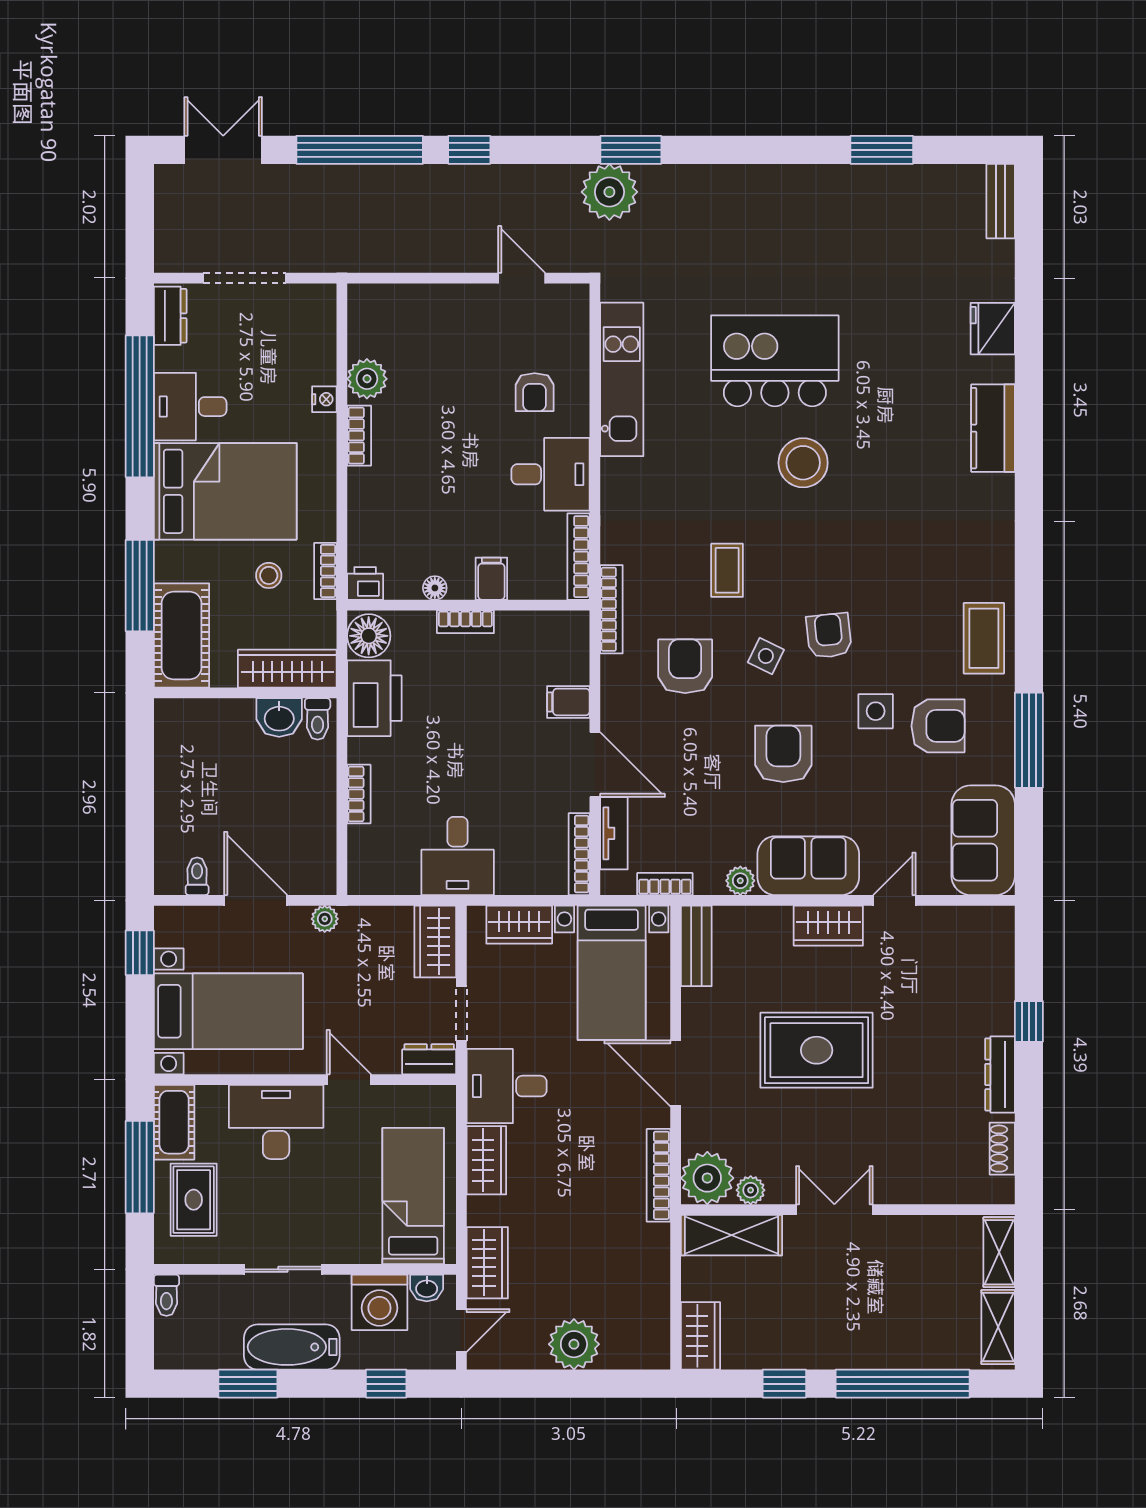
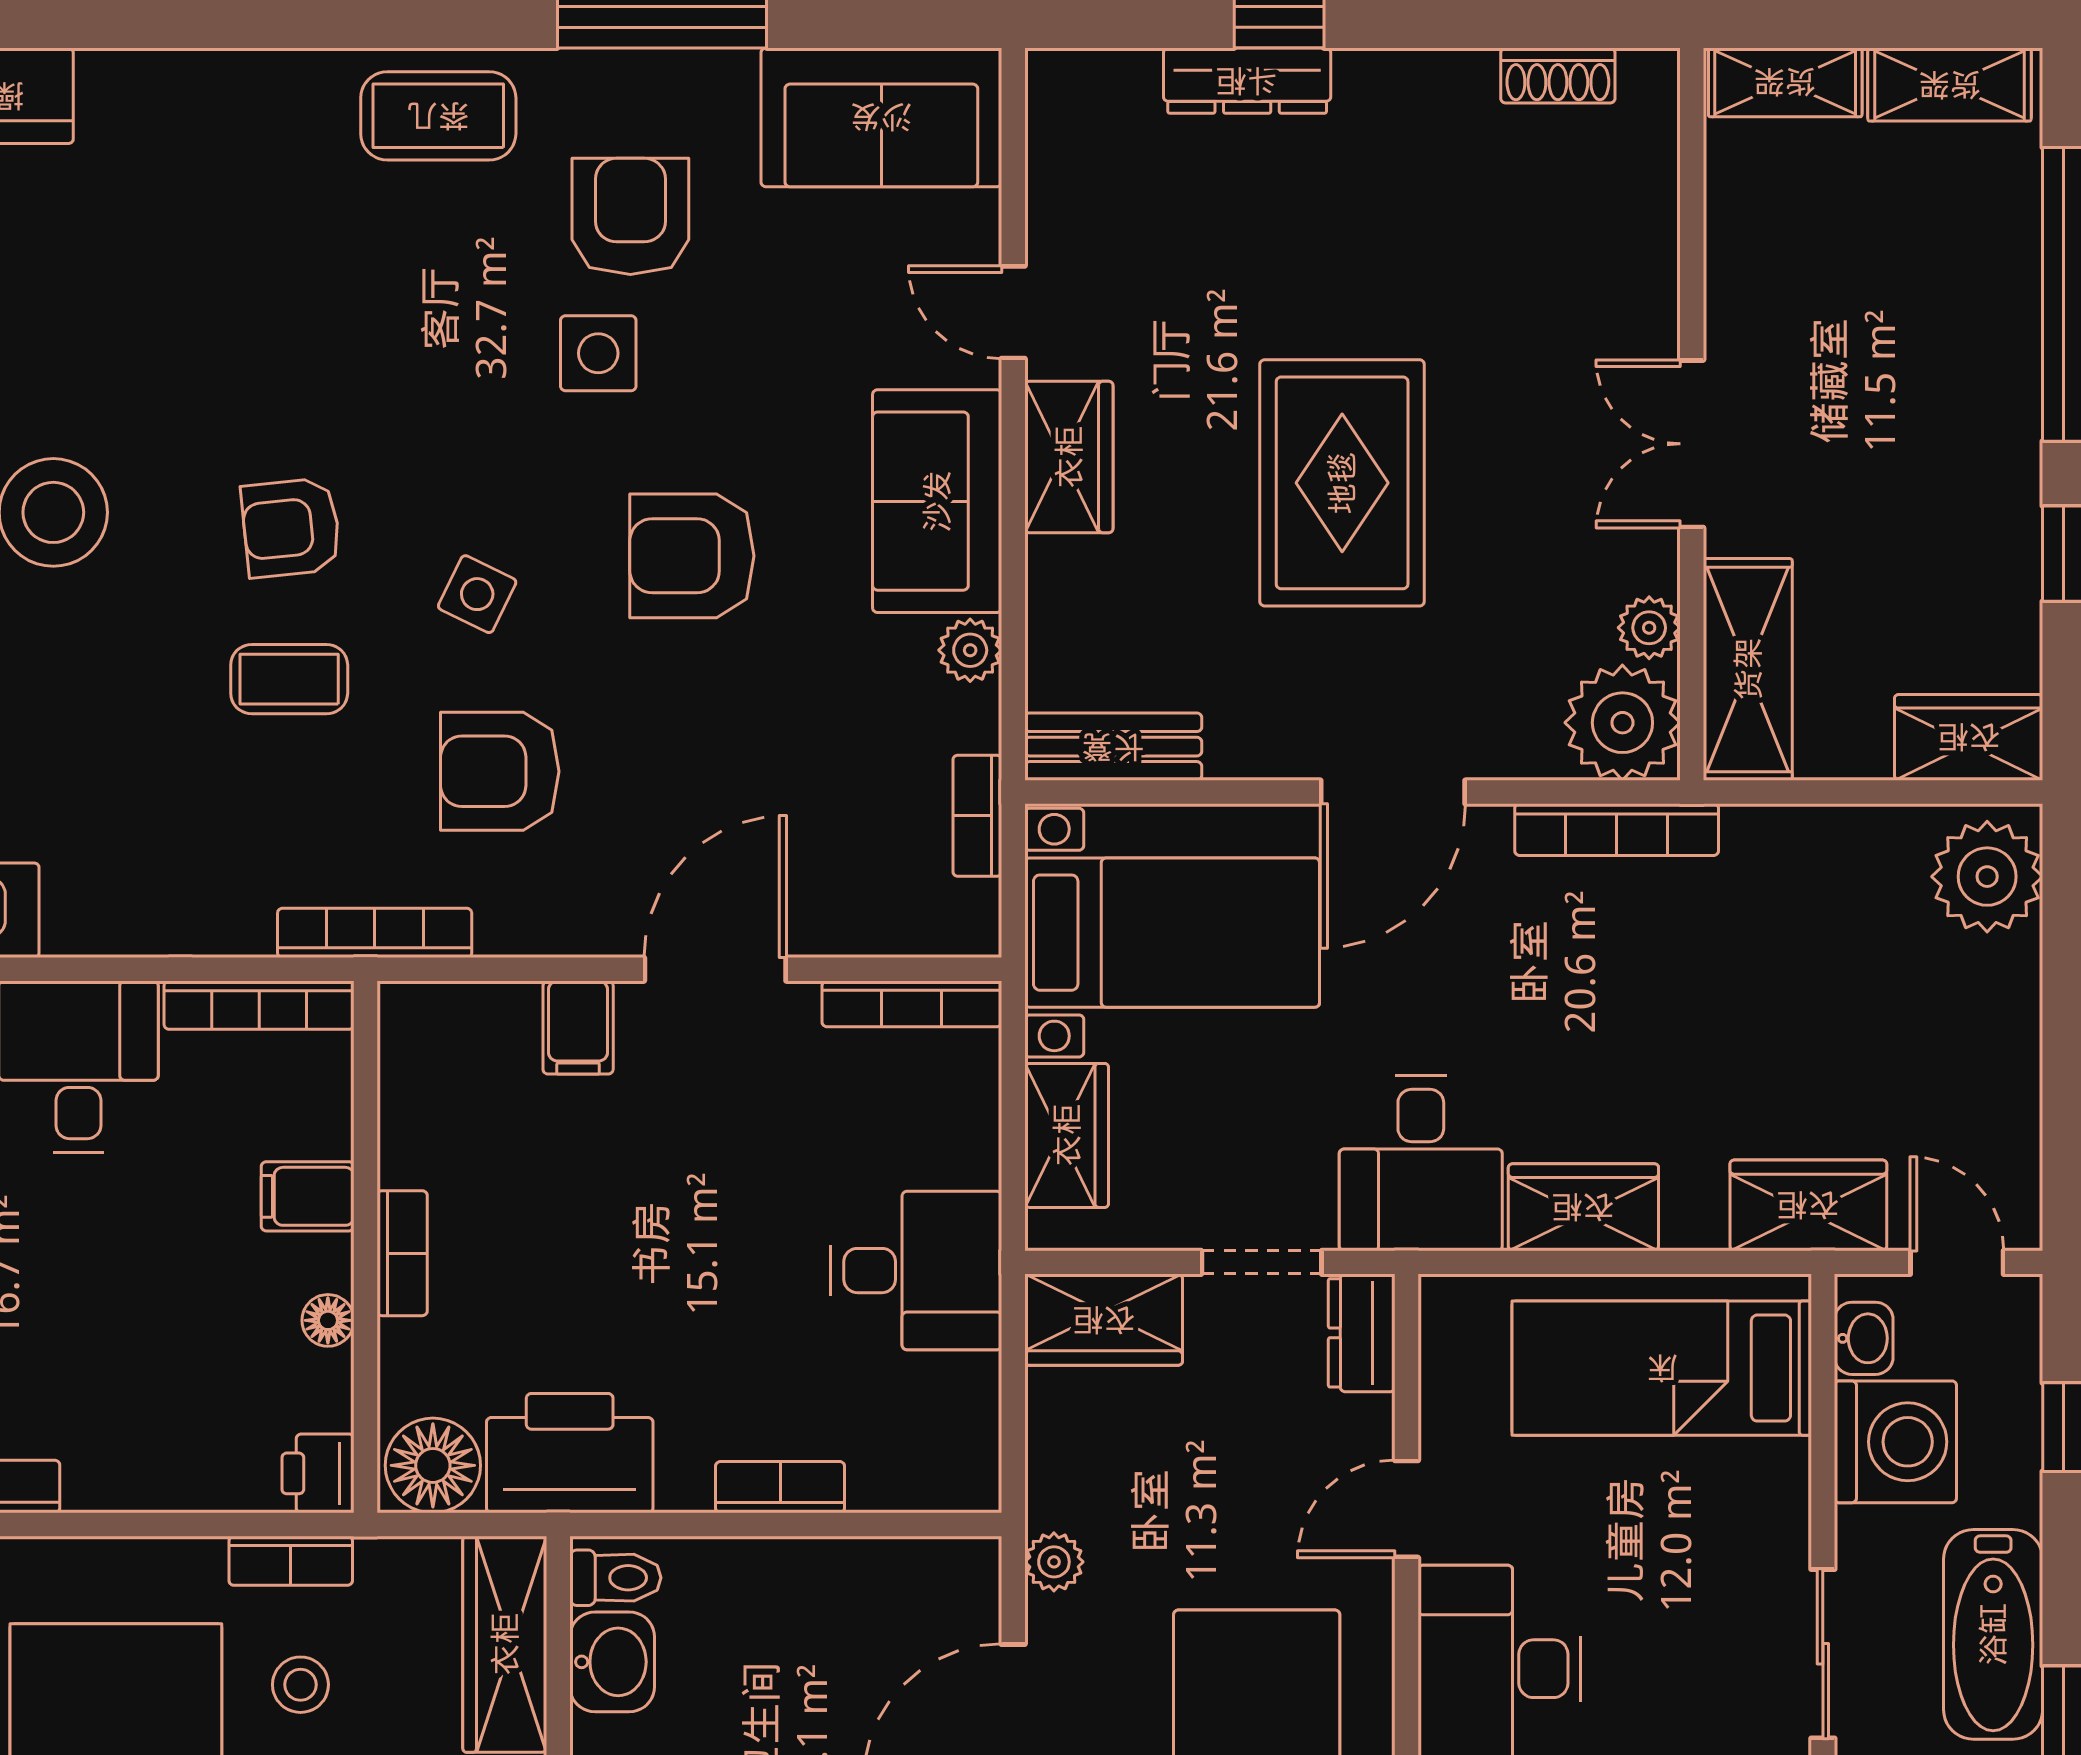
armchair: (829, 636) -> (291, 528), moved
tv unit: (614, 833) -> (866, 927), removed
dresser: (1000, 1074) -> (1247, 81), moved
plant: (574, 1344) -> (1987, 877), moved

